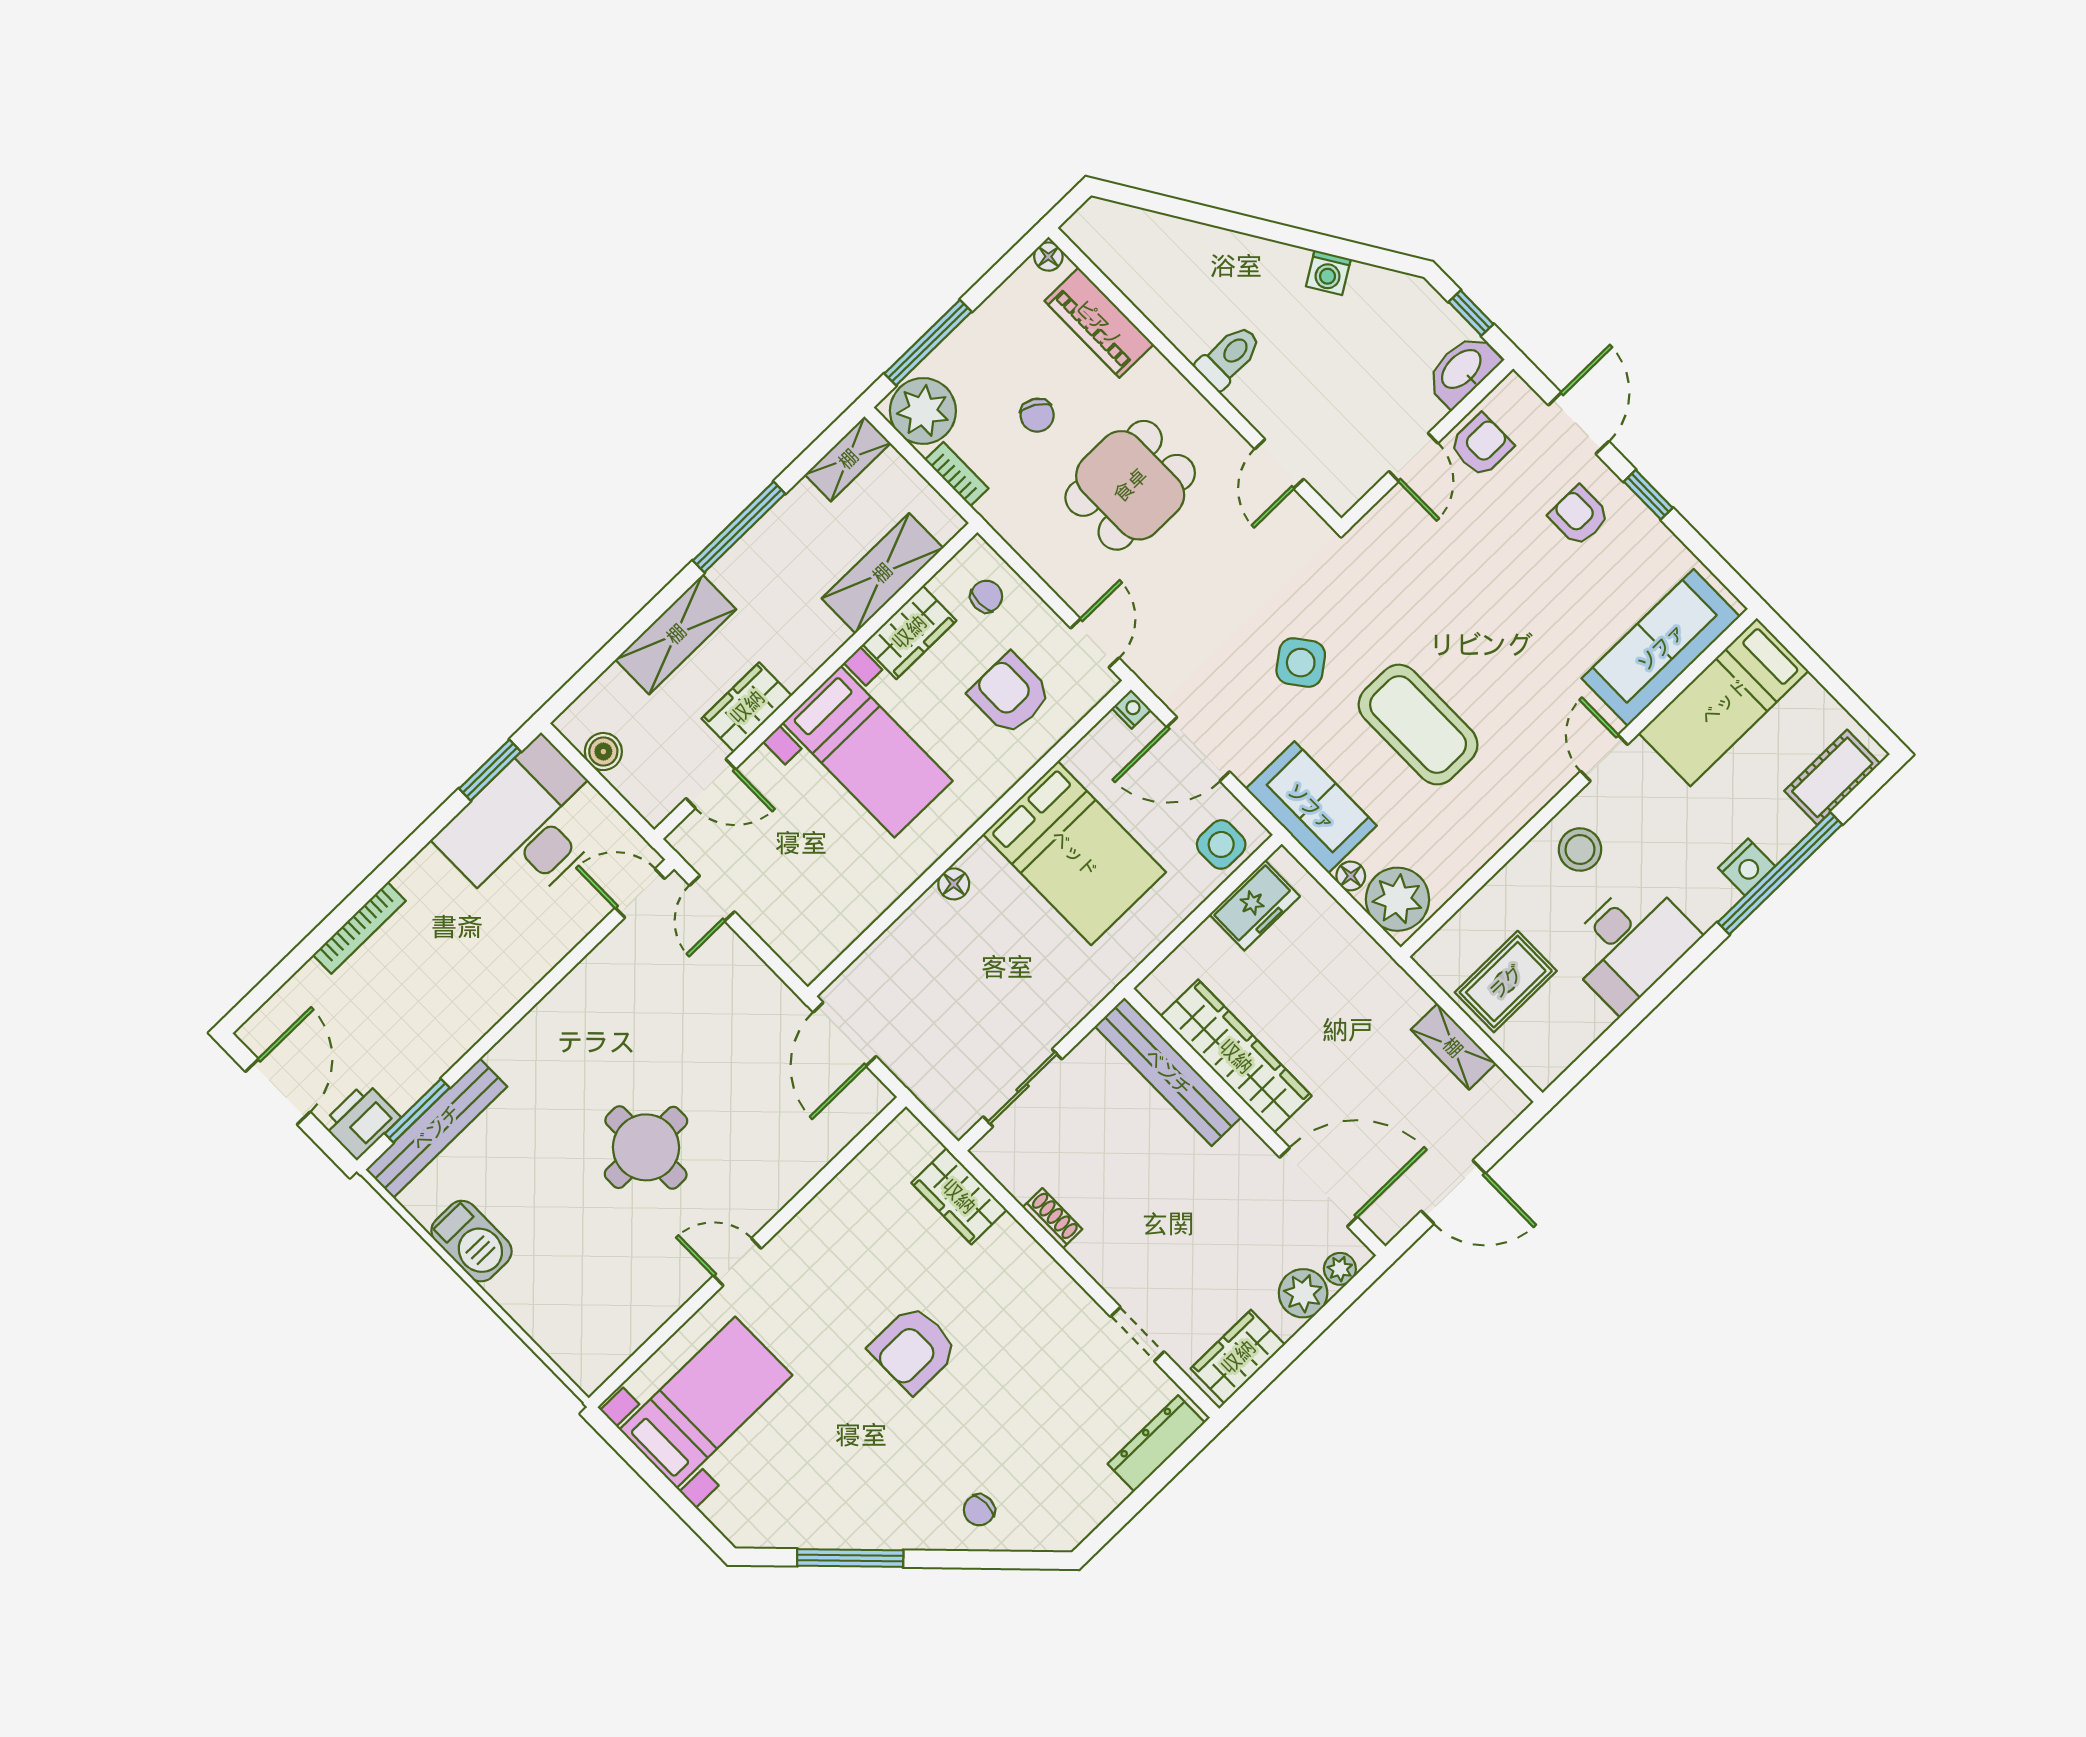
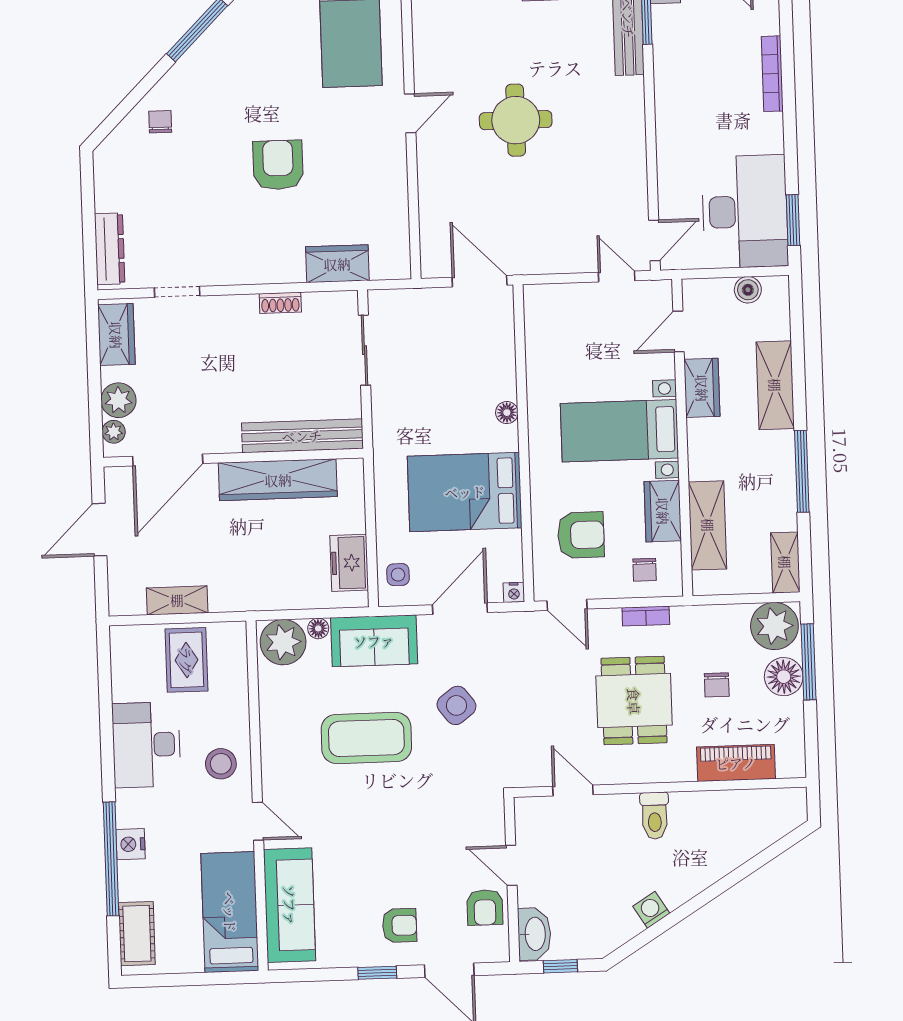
floor lamp: (1048, 257) -> (784, 677), moved, width x1.89, depth x1.89
chair: (1037, 415) -> (717, 685), turned -121
bookcase: (957, 474) -> (646, 616), moved
side table: (1221, 844) -> (398, 575), width x0.73, depth x0.73

